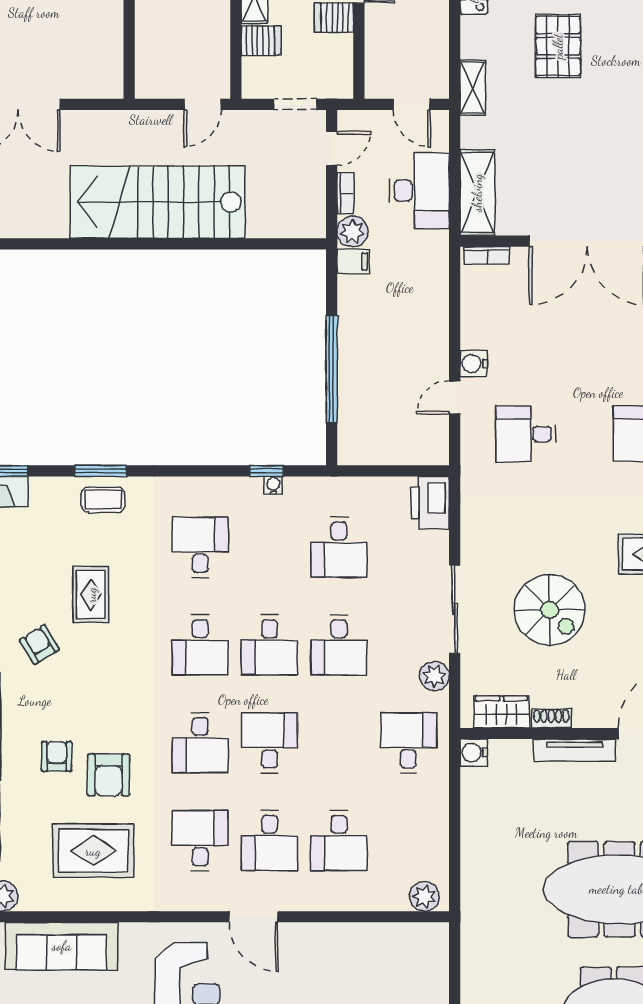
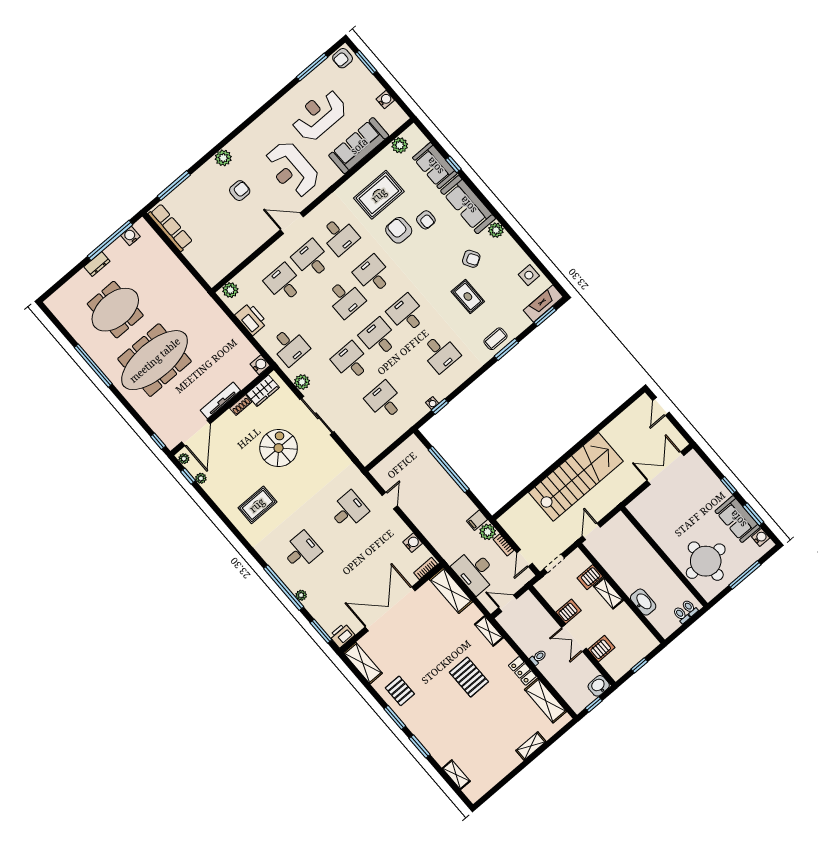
water cooler: (474, 364) -> (413, 543), moved
printer: (430, 503) -> (251, 319), moved
spiral stairs: (550, 610) -> (279, 448), turned 90

